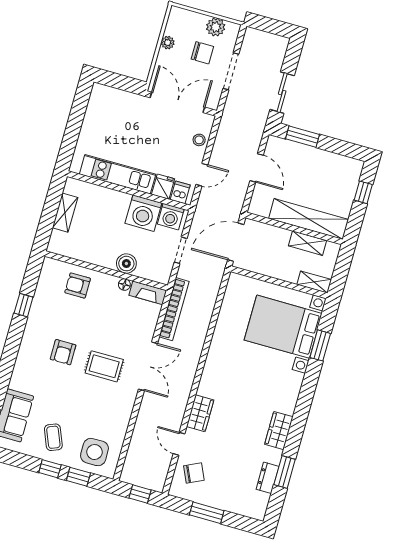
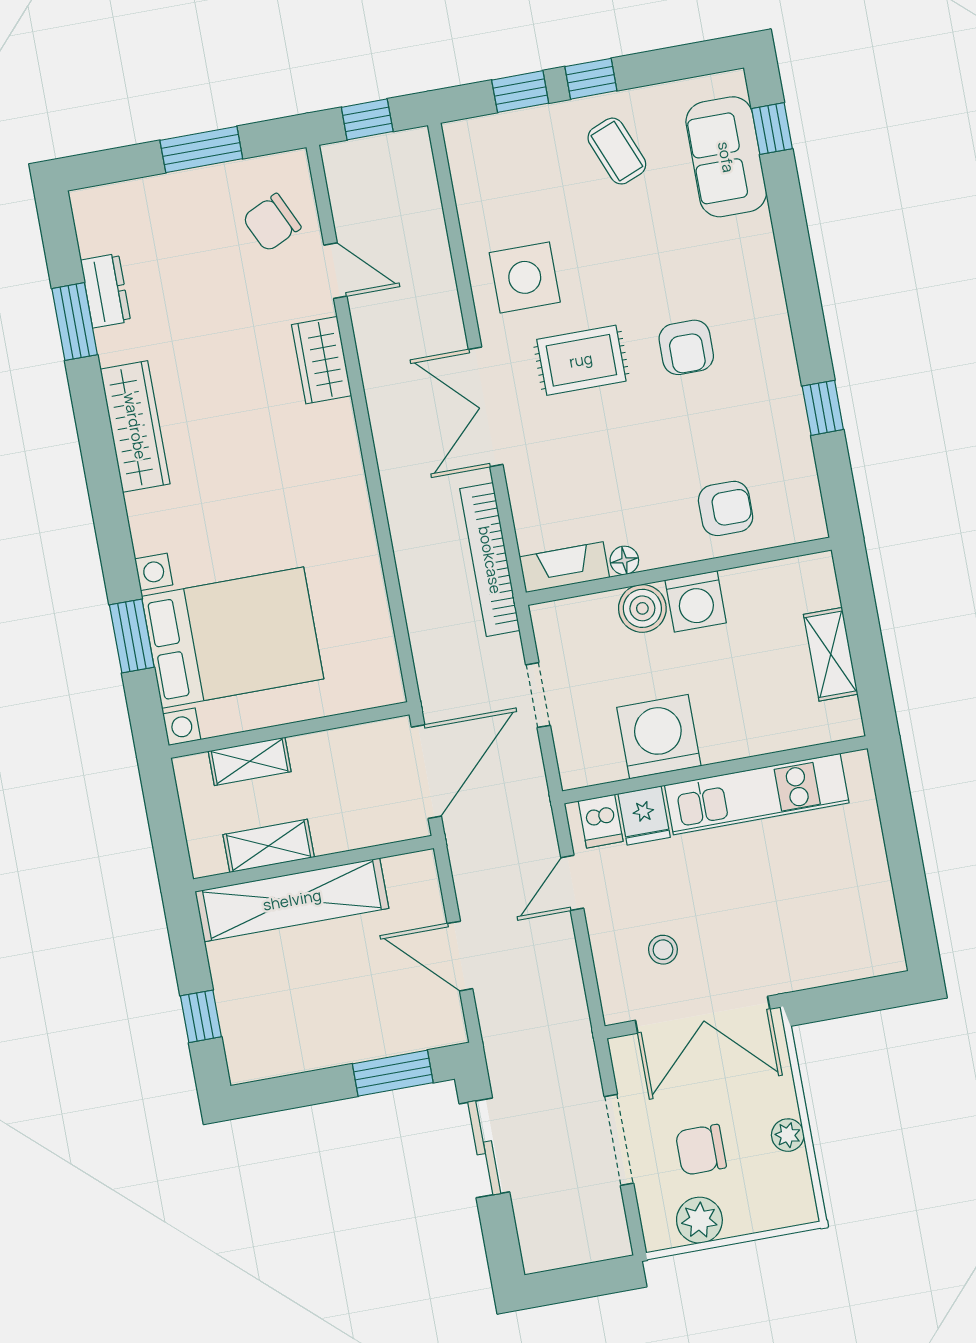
stool: (199, 140) -> (663, 950), moved
washing machine: (171, 217) -> (696, 601), moved, turned 180
shelving: (314, 282) -> (250, 761), moved
armchair: (63, 352) -> (686, 347), turned 180
wardrobe: (279, 431) -> (135, 426), width x1.50
side table: (94, 452) -> (525, 277), moved

